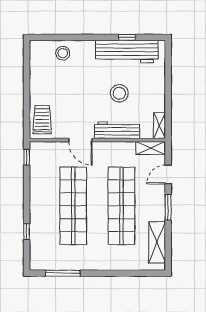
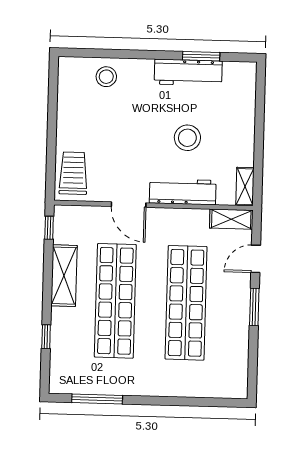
window: (127, 37) -> (201, 56), width x1.50
workbench: (127, 52) -> (188, 72), width x0.73, depth x0.76
shelving: (157, 242) -> (64, 276), moved

